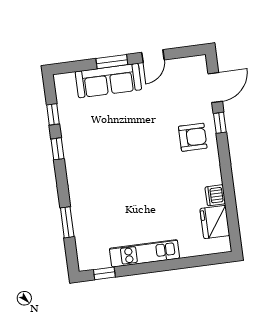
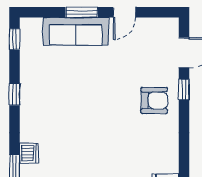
window: (53, 114) -> (15, 39), moved
dishwasher: (215, 195) -> (29, 153), moved, turned 180

